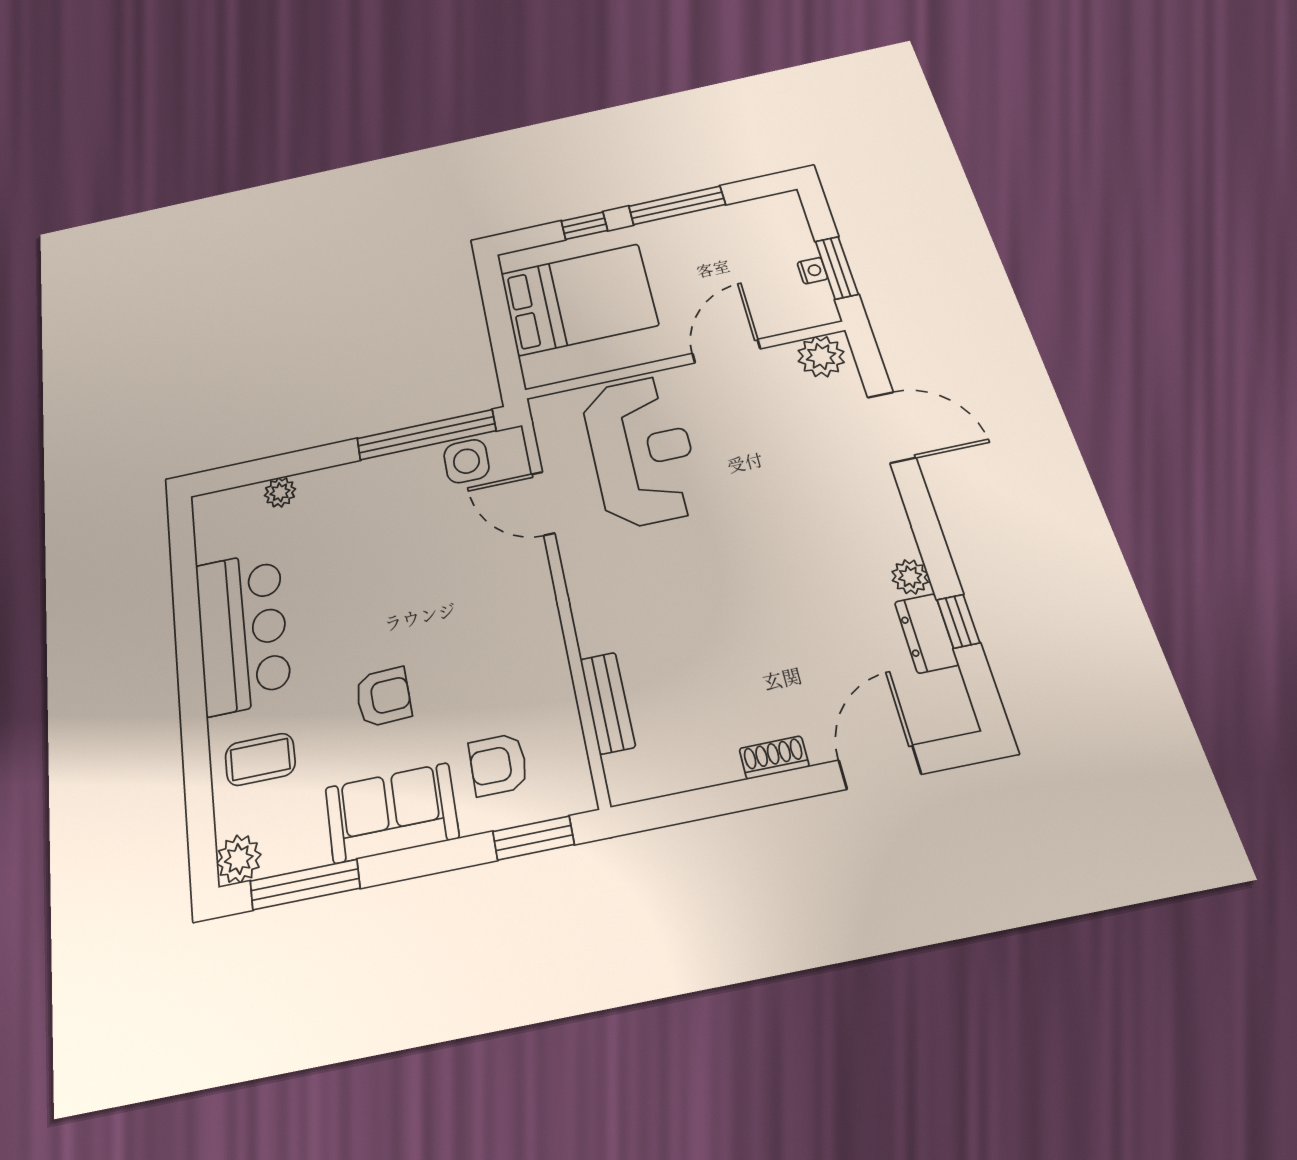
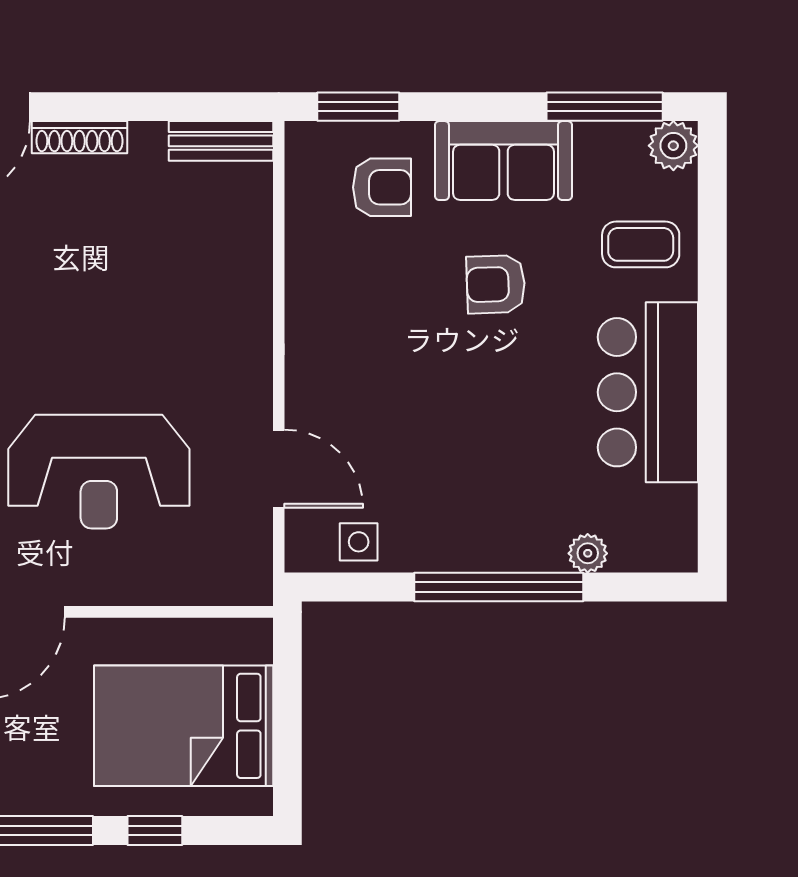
window: (426, 435) -> (499, 587), moved
reception desk: (642, 451) -> (99, 472), moved, turned -90
side table: (466, 461) -> (359, 542), width x0.73, depth x0.73
bench: (608, 703) -> (221, 141), moved, turned 90
shoe rack: (774, 758) -> (79, 137), width x1.43

